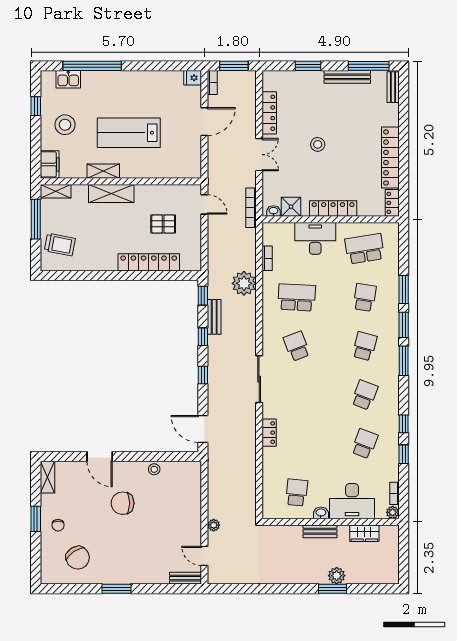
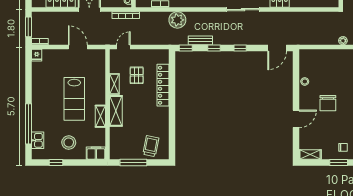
door: (204, 122) -> (78, 47), moved
shelving: (56, 191) -> (114, 84), moved

